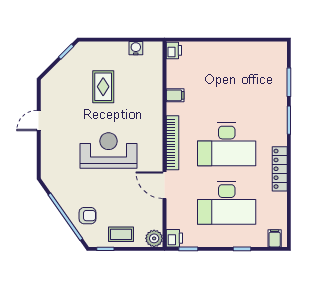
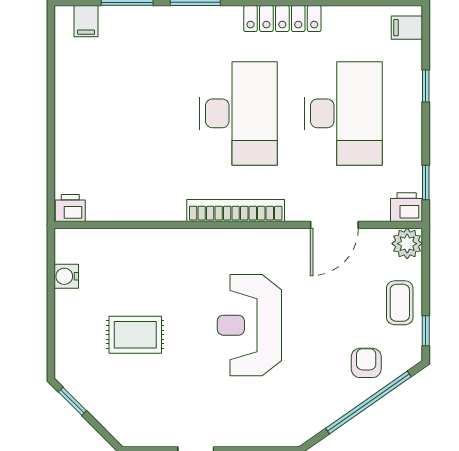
filing cabinet: (175, 95) -> (86, 21), moved, turned 180
door: (165, 185) -> (334, 225), moved

